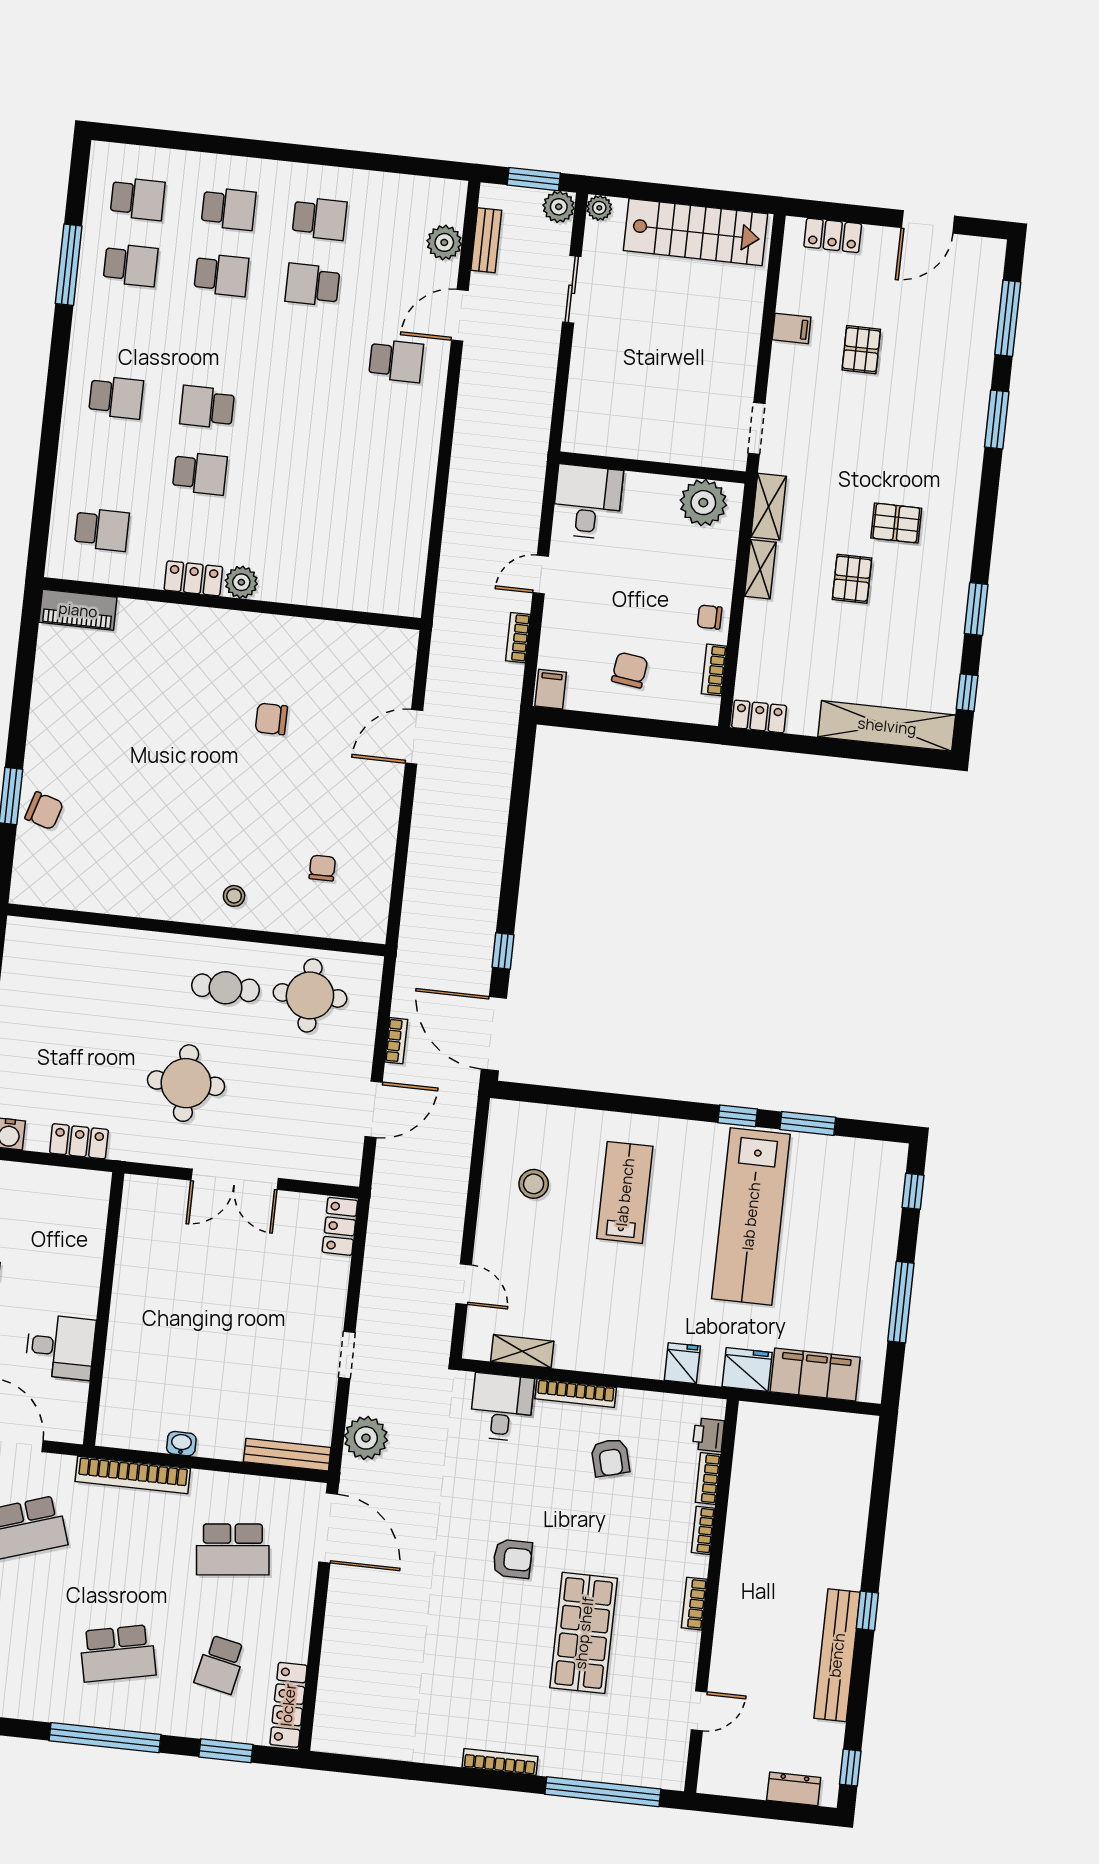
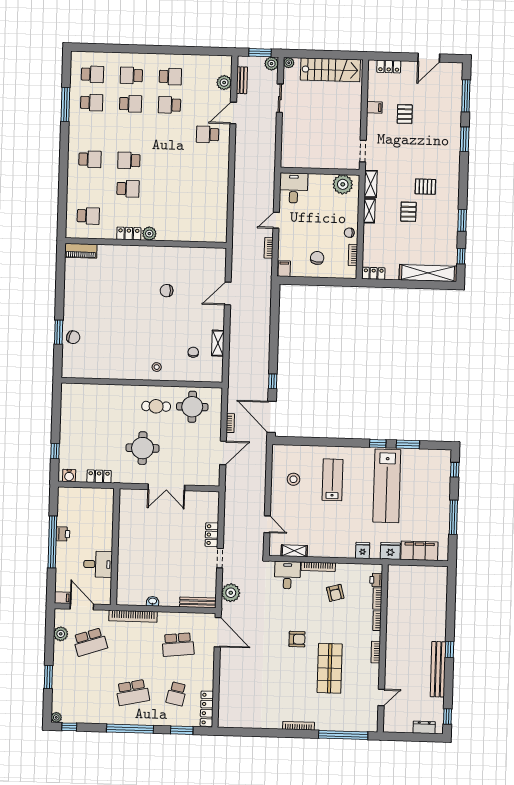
school desk: (229, 209) -> (131, 75), turned 180
school desk: (396, 361) -> (208, 134), turned 180
shelving: (382, 851) -> (218, 343), added
locker: (340, 1226) -> (212, 535), moved

